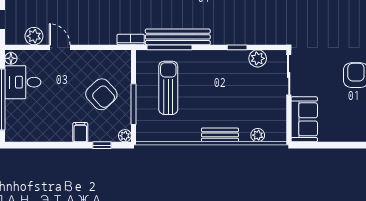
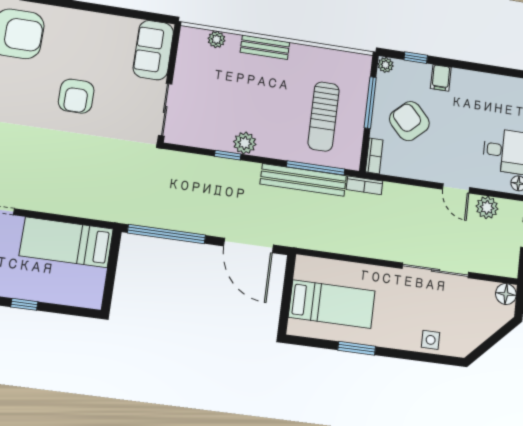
plant: (258, 58) -> (245, 143), moved
bookcase: (126, 63) -> (374, 156), added

